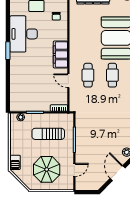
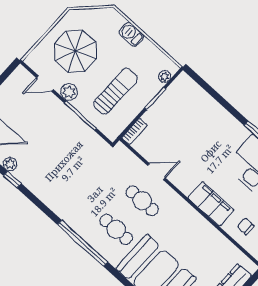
filing cabinet: (60, 55) -> (211, 204), moved
plant: (68, 155) -> (69, 92), added
barbecue: (15, 162) -> (131, 34), moved
door: (74, 170) -> (45, 84), hinge flipped

